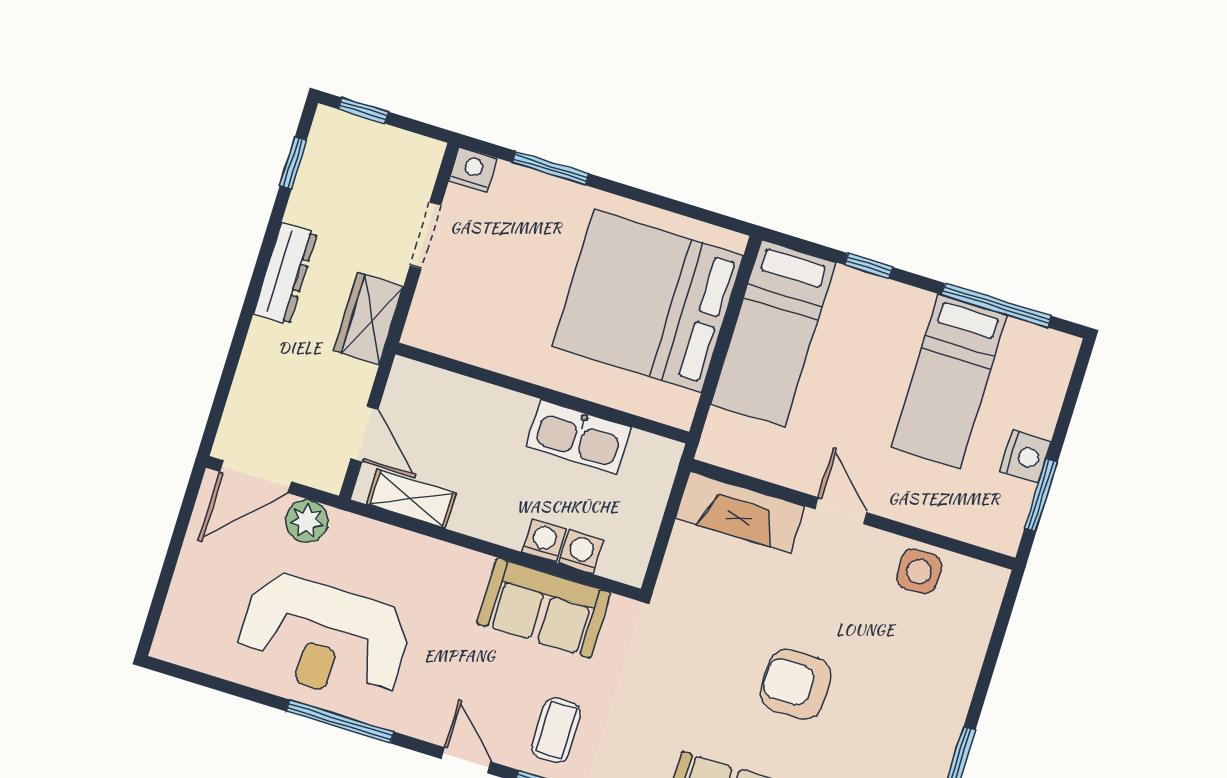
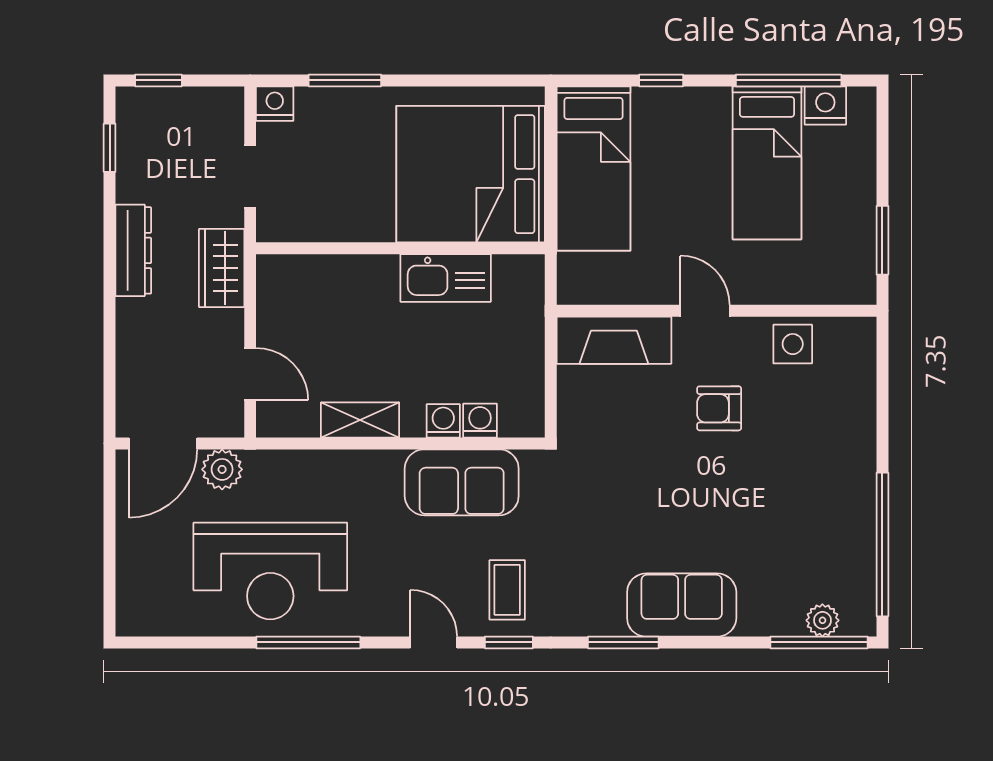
wall: (542, 393) -> (400, 248), moved
kitchen sink: (579, 437) -> (446, 278), moved
nightstand: (1026, 457) -> (825, 105), moved, turned -90
shelving: (411, 499) -> (360, 420), moved
armchair: (796, 684) -> (719, 408), moved, width x0.72, depth x0.72

